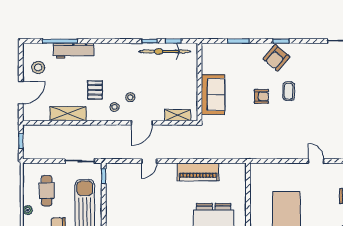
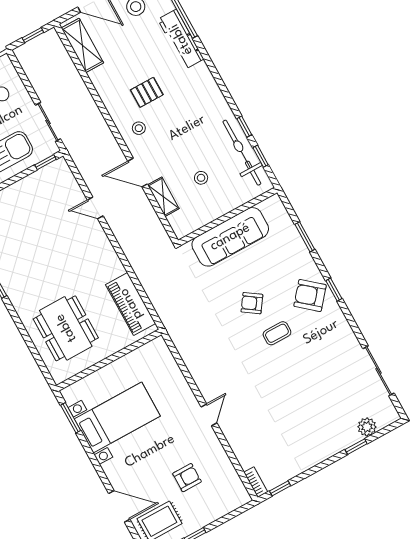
sofa: (213, 95) -> (230, 237), width x1.36
armchair: (261, 96) -> (252, 303), turned 125
stool: (130, 97) -> (201, 178), moved
shelving: (68, 114) -> (82, 45), moved
shelving: (178, 115) -> (163, 197), moved
piano: (198, 172) -> (131, 304), moved

